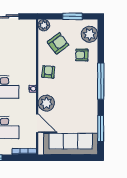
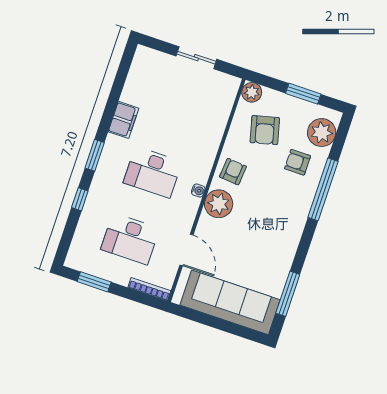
armchair: (58, 43) -> (265, 130), turned 113
window: (101, 81) -> (323, 189), moved
plant: (46, 103) -> (219, 204), moved

